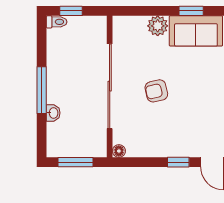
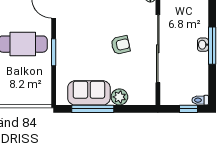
window: (191, 11) -> (93, 109), width x2.17
washbasin: (53, 113) -> (203, 45), moved

